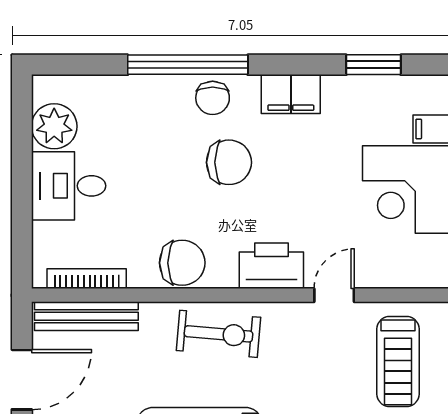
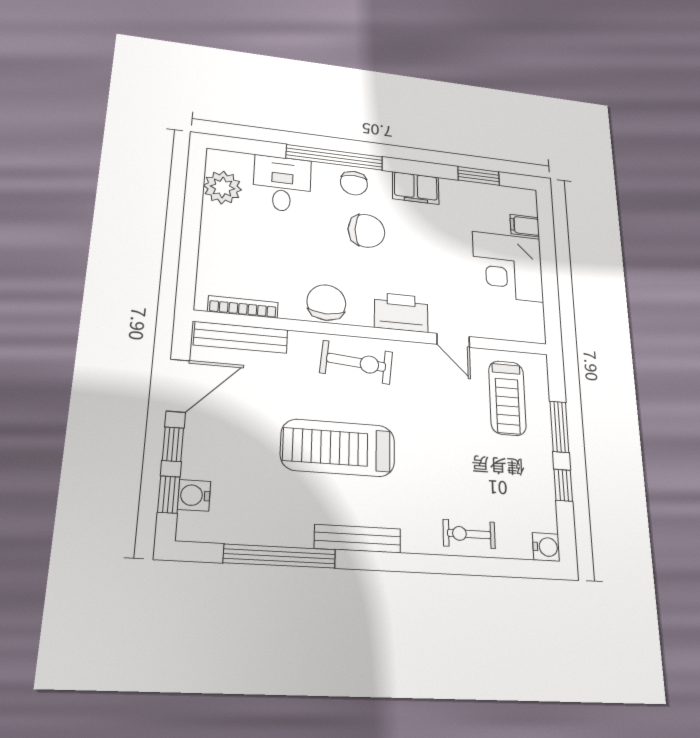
desk: (69, 186) -> (282, 184), moved, turned 90
chair: (182, 263) -> (326, 303), turned -90
door: (334, 295) -> (453, 340), swing flipped

